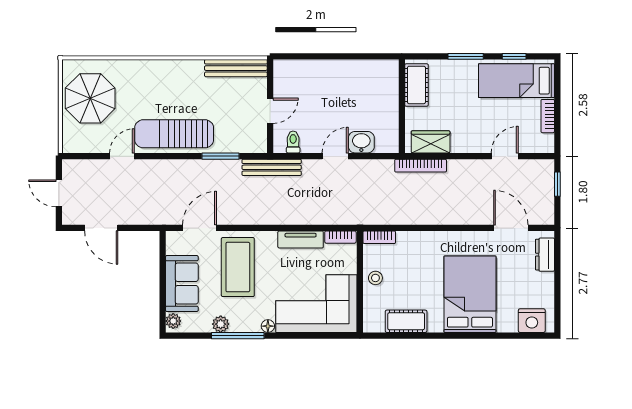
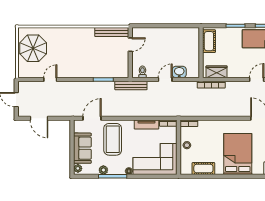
door: (270, 111) -> (130, 45), moved
sun lounger: (174, 134) -> (78, 67), removed

